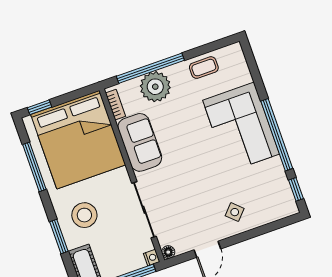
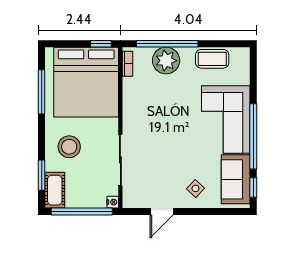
coffee table: (204, 68) -> (212, 59), width x1.36, depth x1.30
window: (39, 107) -> (101, 44), moved
sofa: (140, 142) -> (236, 179), moved, turned 180
window: (59, 236) -> (42, 175), moved
floor lamp: (168, 252) -> (128, 202), removed

